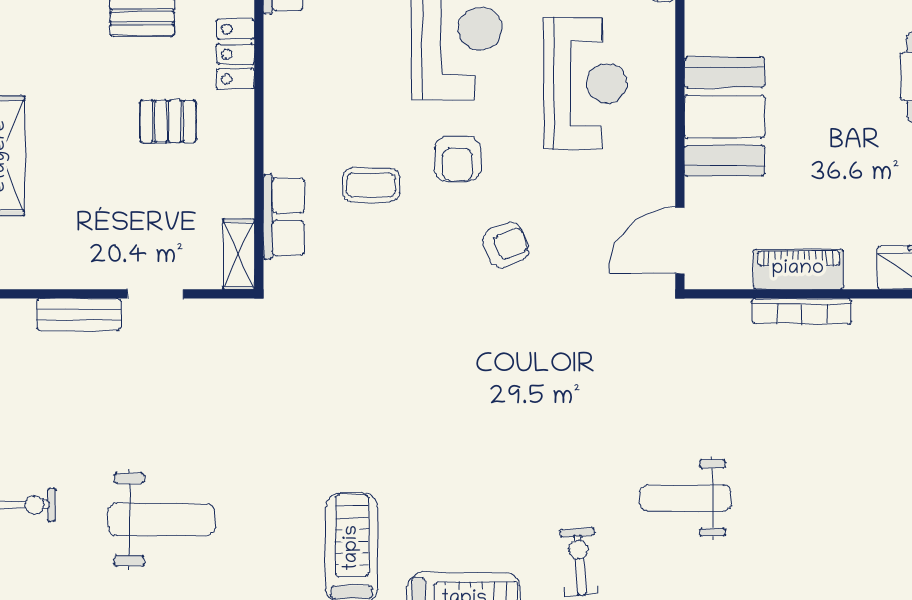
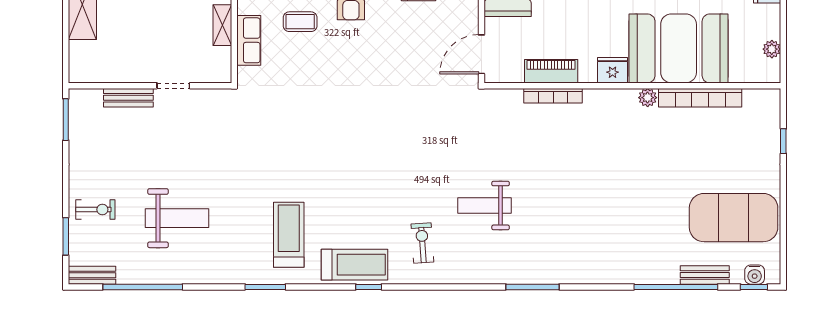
armchair: (506, 245) -> (379, 57), removed
shelving: (239, 254) -> (222, 25), moved

